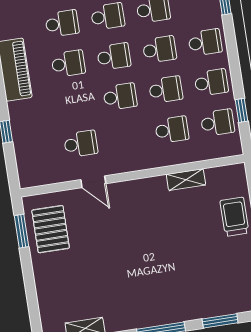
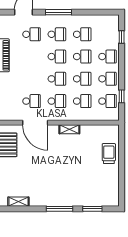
school desk: (68, 64) -> (57, 101), moved
shelving: (186, 180) -> (69, 129), moved
door: (93, 182) -> (35, 123), width x1.88

